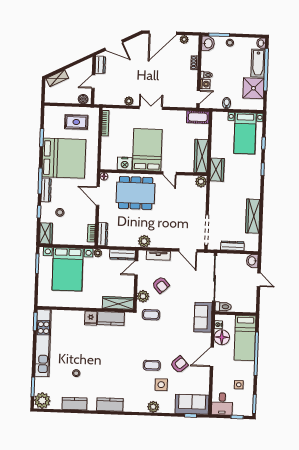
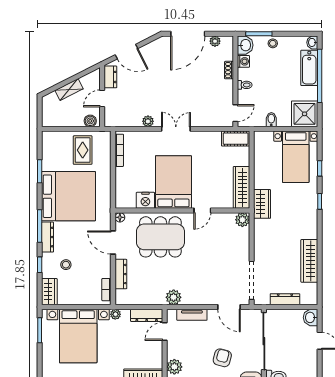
shelving: (57, 78) -> (69, 89), moved
washing machine: (205, 84) -> (243, 61), moved
shower: (253, 88) -> (305, 114), moved
rug: (76, 122) -> (83, 150), turned 90
door: (169, 173) -> (202, 210), hinge flipped
dresser: (103, 234) -> (121, 274), moved
armchair: (161, 285) -> (222, 358), moved, turned -123

